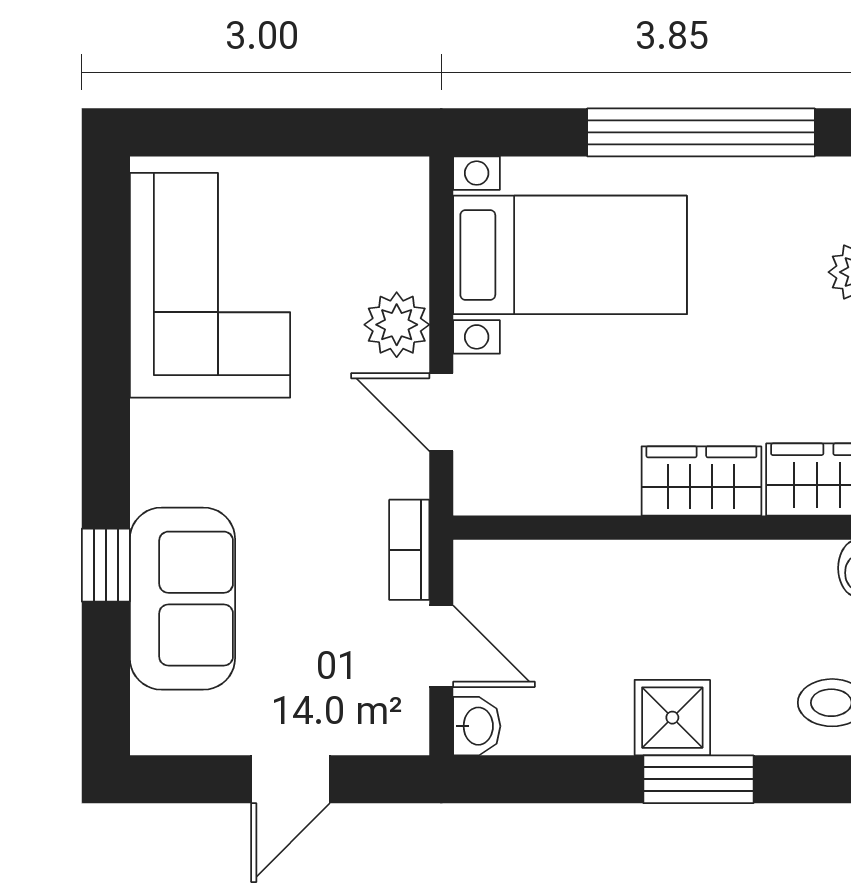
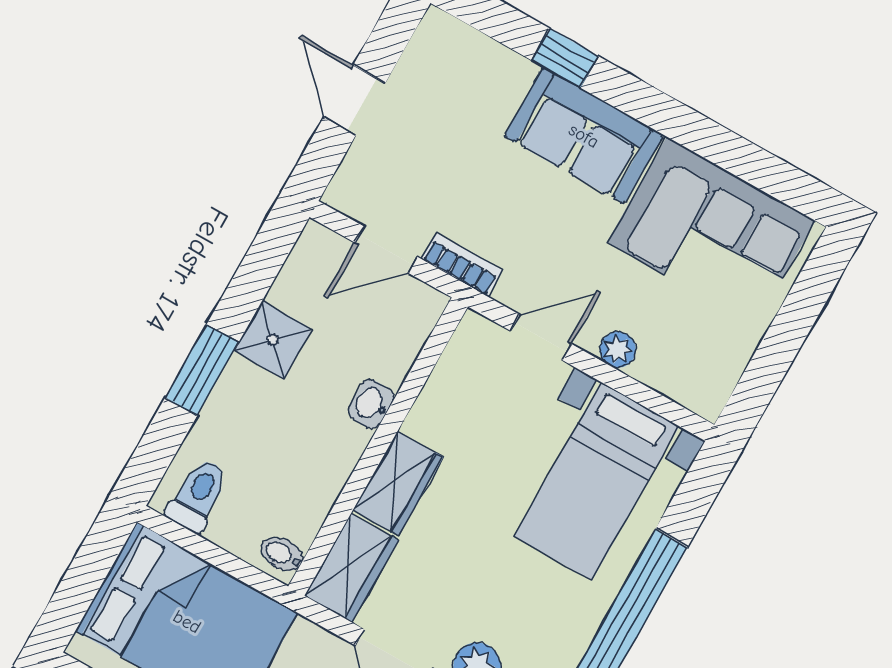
plant: (397, 325) -> (618, 350), width x0.73, depth x0.73
sofa: (182, 599) -> (584, 136), moved
shower: (672, 718) -> (273, 340), moved
washbasin: (477, 726) -> (371, 404), moved, turned 90

